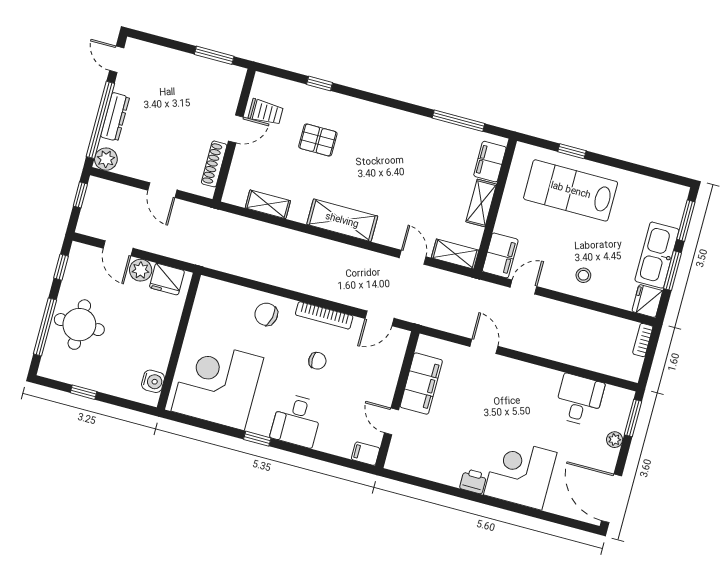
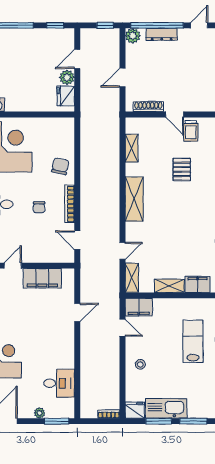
lab bench: (571, 190) -> (193, 341), width x0.73, depth x0.72
round table: (79, 325) -> (21, 47), removed

